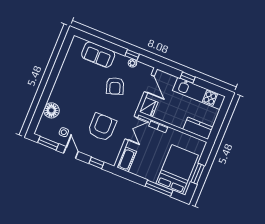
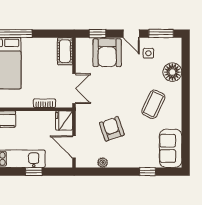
sofa: (98, 55) -> (171, 148), moved, turned -90
window: (132, 55) -> (147, 172), moved
coffee table: (76, 92) -> (153, 104), added
armchair: (102, 127) -> (107, 53), moved
double door: (131, 128) -> (74, 89), swing flipped

